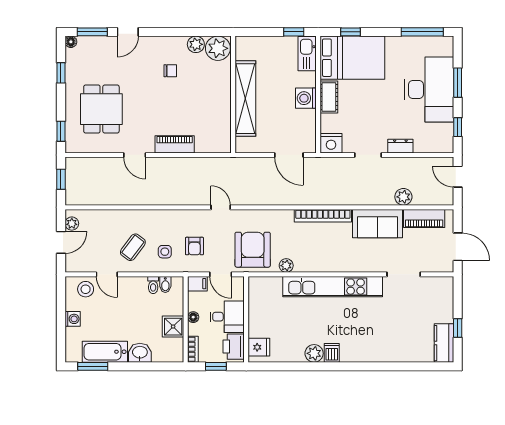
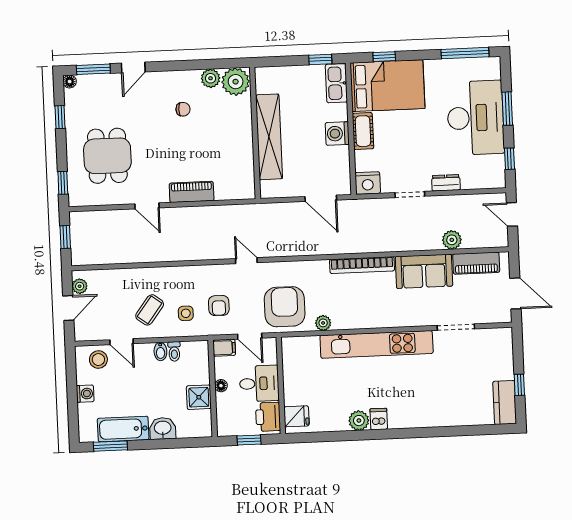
bidet: (165, 285) -> (160, 352), moved
bookcase: (193, 349) -> (222, 422), removed

